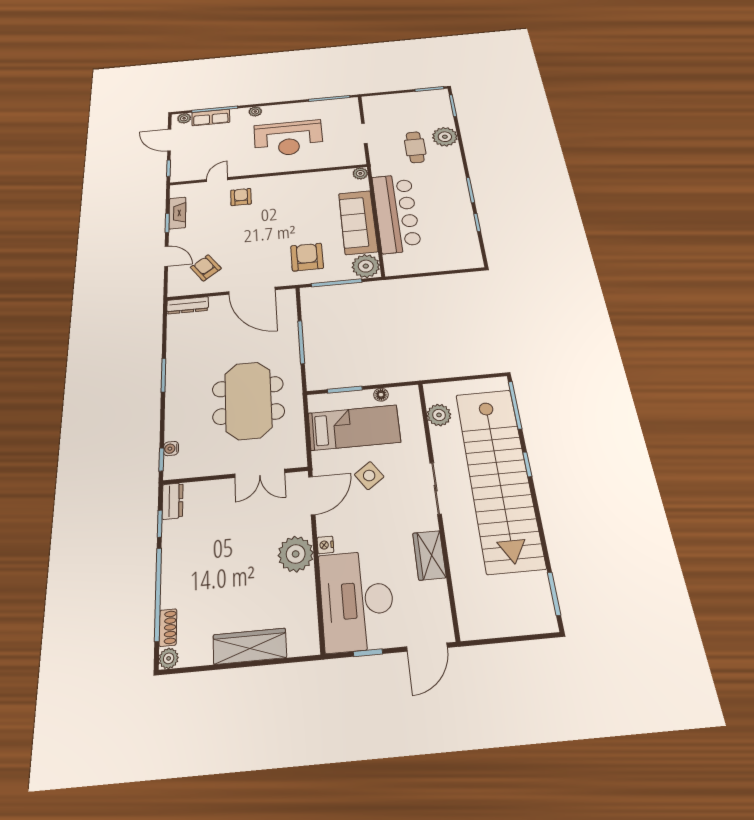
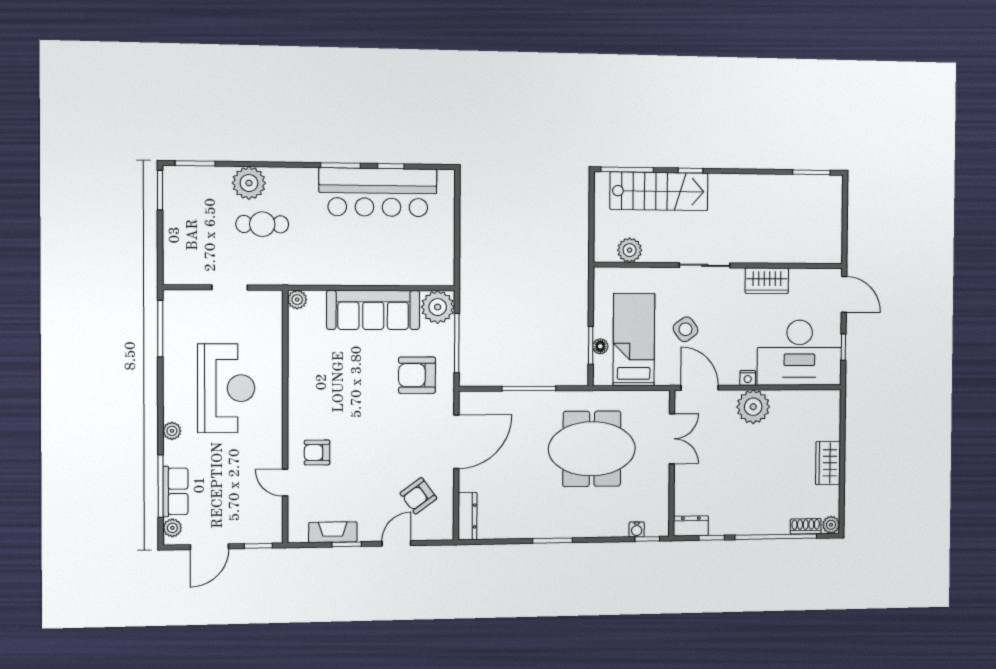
bar counter: (396, 213) -> (378, 192), moved, turned 180
floor lamp: (381, 395) -> (600, 346), moved
stairs: (499, 478) -> (659, 191), width x0.54, depth x0.66
wardrobe: (250, 646) -> (828, 463), width x0.67

